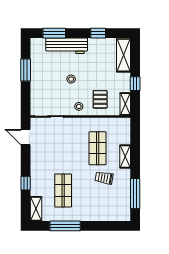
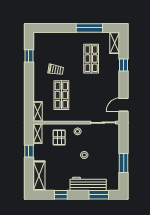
door: (26, 137) -> (124, 105), swing flipped
shelving: (125, 156) -> (38, 112), moved
window: (135, 194) -> (29, 56), width x0.46

